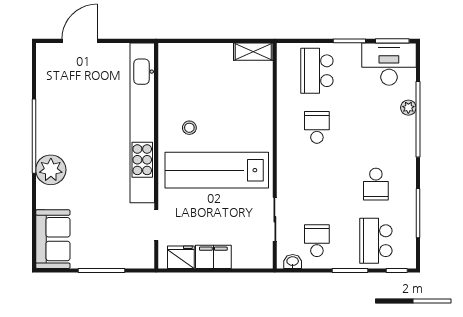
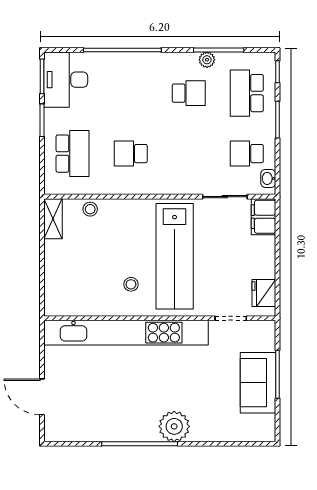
school desk: (317, 71) -> (73, 154), turned -90
stool: (263, 88) -> (90, 209), added
plant: (408, 108) -> (207, 60), moved
sofa: (53, 239) -> (258, 383), moved, turned -90
school desk: (376, 241) -> (247, 93), turned 90
filing cabinet: (213, 257) -> (263, 217), moved

